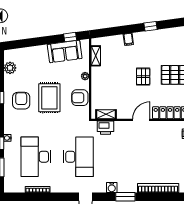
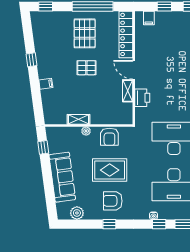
sofa: (65, 51) -> (62, 177), moved, width x1.36
shelving: (96, 56) -> (78, 119), moved
shelving: (106, 114) -> (128, 91), moved
printer: (105, 128) -> (142, 98), moved

